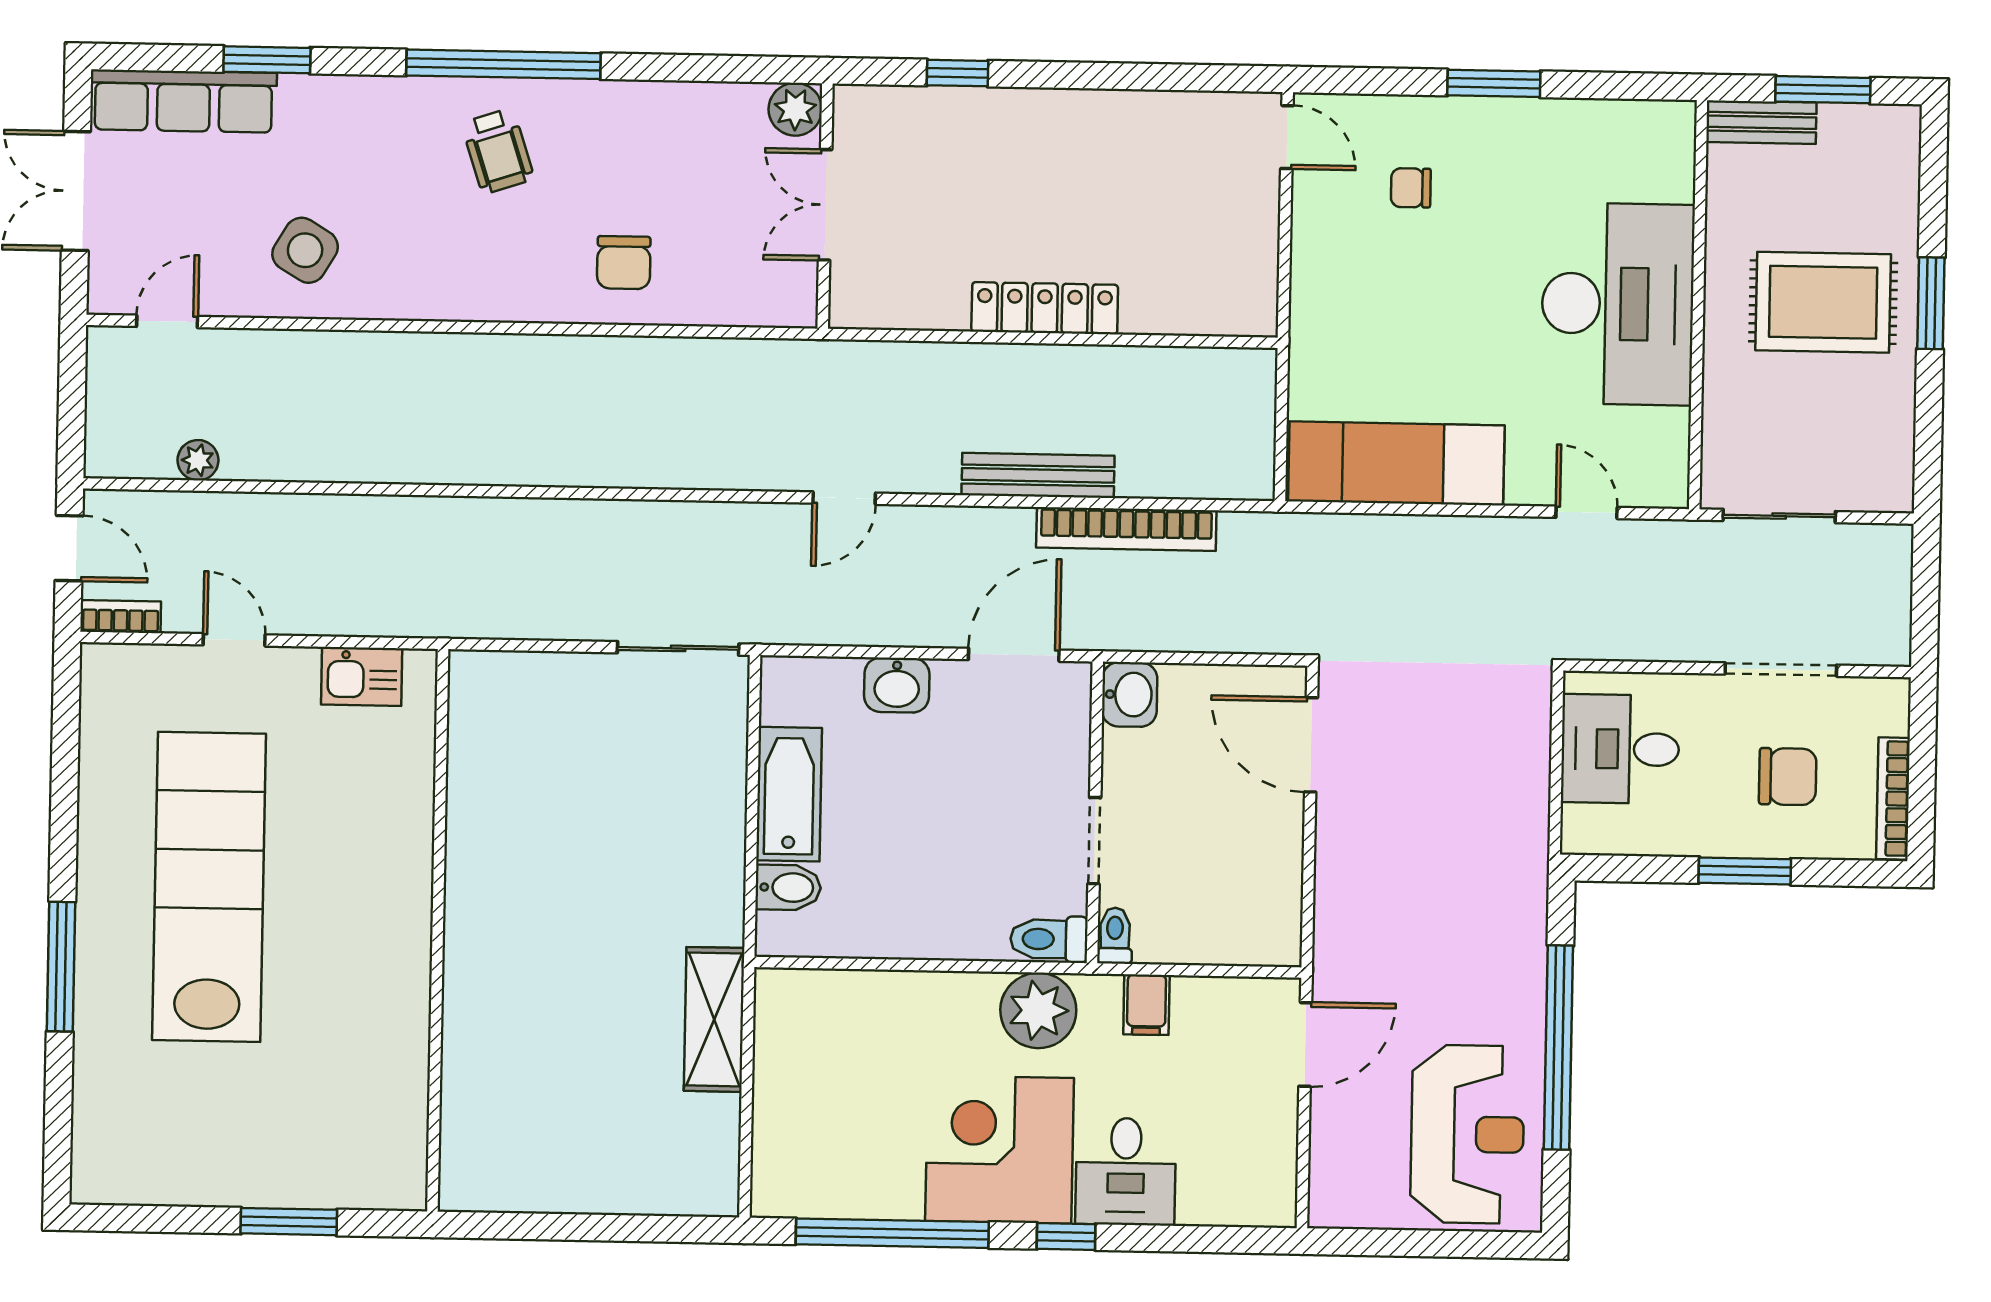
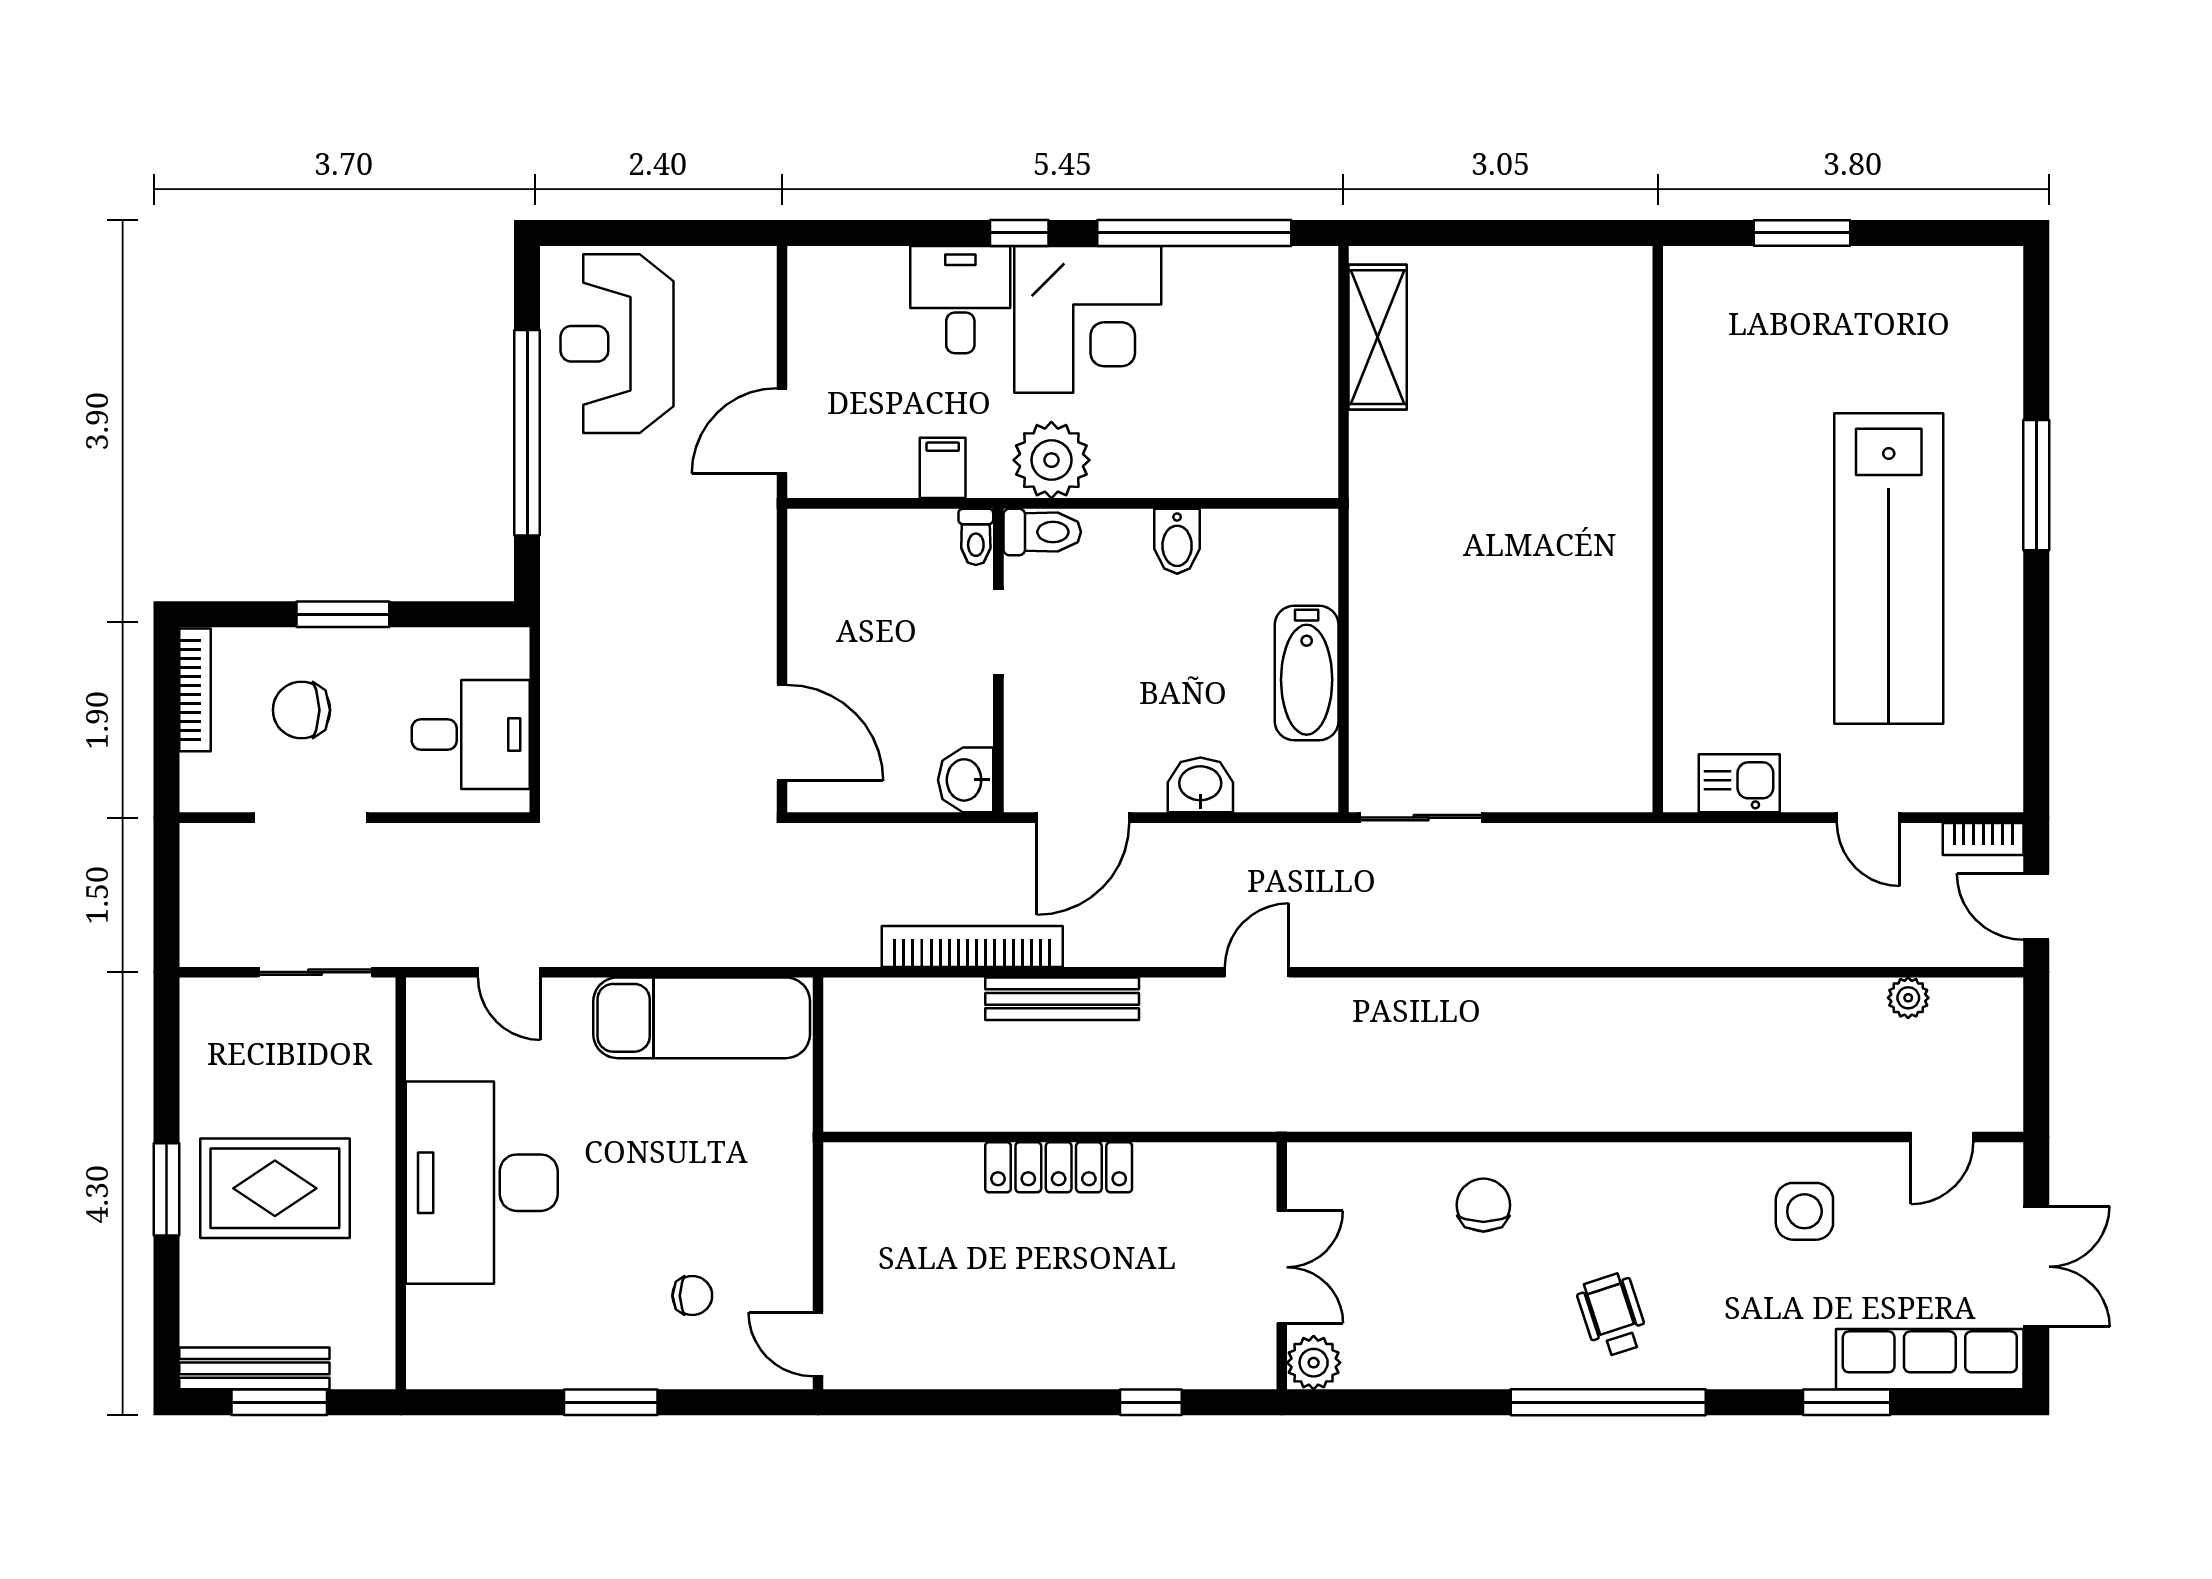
bench: (1761, 122) -> (254, 1368), moved, width x1.36
side table: (305, 250) -> (1804, 1211), turned -31
bidet: (788, 887) -> (1177, 541), moved, turned -90
shelving: (714, 1019) -> (1378, 337), moved

